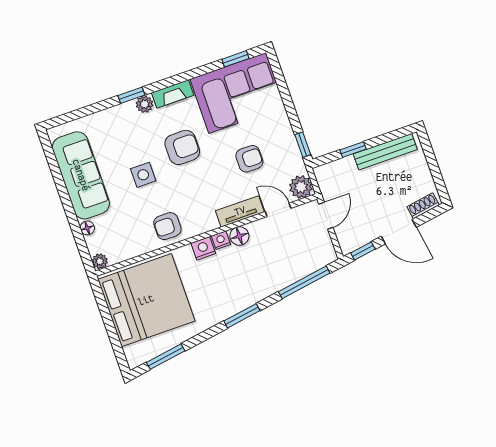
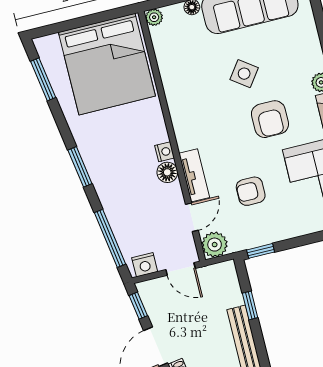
armchair: (249, 159) -> (251, 191), turned 90
side table: (143, 175) -> (244, 74), turned 36
armchair: (167, 226) -> (186, 95), removed
nightstand: (203, 248) -> (145, 265), moved, turned 90

